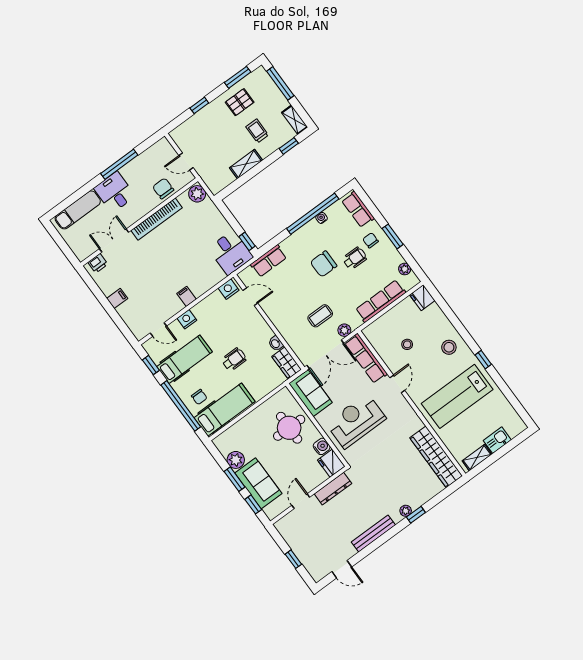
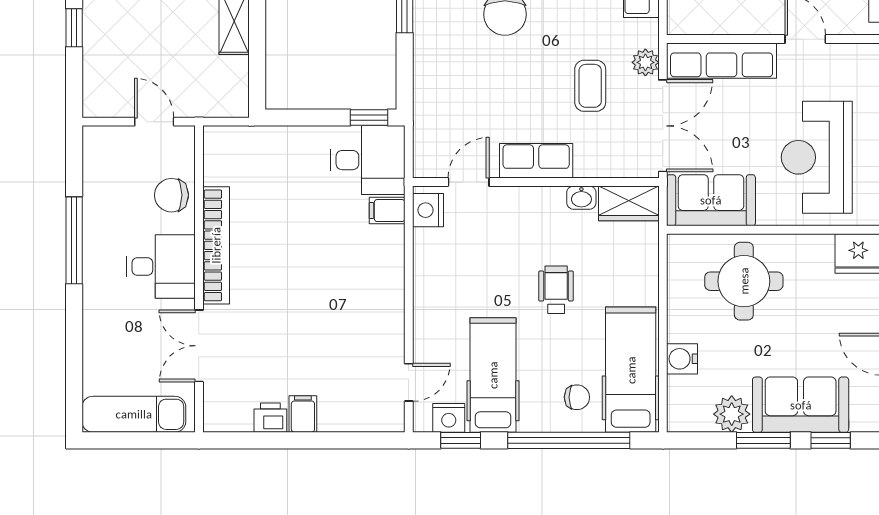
door: (186, 162) -> (154, 122), swing flipped
desk: (115, 192) -> (161, 267), moved, turned 180
plant: (197, 194) -> (224, 143), removed
exam couch: (78, 210) -> (134, 414), moved, turned -90
row of seats: (269, 261) -> (536, 161), moved, turned -90
printer: (98, 263) -> (270, 418), moved, turned -90
filing cabinet: (186, 296) -> (387, 211), moved
nightstand: (187, 319) -> (449, 418), moved, turned -90
water cooler: (322, 446) -> (682, 359), moved, turned -90

